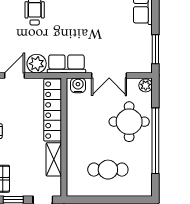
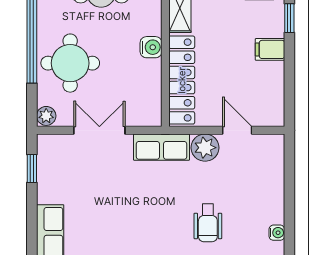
window: (155, 49) -> (32, 168), width x0.67
door: (14, 76) -> (237, 130), swing flipped
water cooler: (78, 85) -> (151, 47), moved, turned -90

